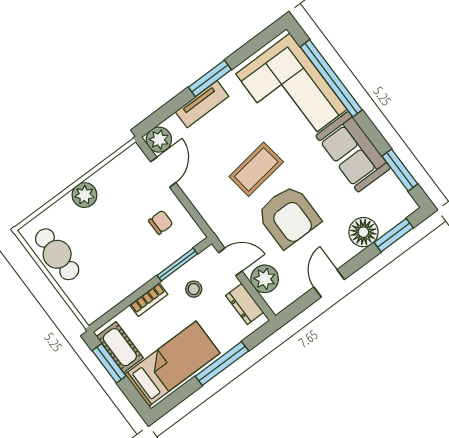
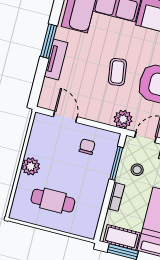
plant: (159, 140) -> (123, 119), moved
coffee table: (256, 169) -> (117, 72), width x0.73, depth x0.77
cafe table: (57, 254) -> (53, 201), moved

